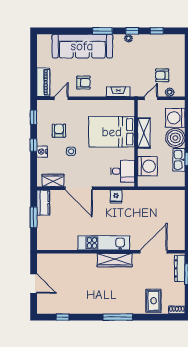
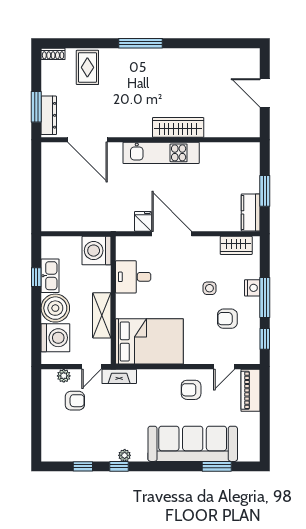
window: (103, 31) -> (217, 466), moved
fireplace: (118, 92) -> (119, 376), moved
armchair: (59, 131) -> (227, 319), turned 90
bed: (112, 132) -> (149, 341), moved
window: (34, 145) -> (265, 297), width x2.17
washing machine: (147, 166) -> (96, 251), moved
desk: (123, 171) -> (133, 277), moved
door: (79, 188) -> (172, 234), moved
door: (154, 252) -> (87, 140), hinge flipped
wardrobe: (115, 260) -> (178, 127), moved
window: (63, 317) -> (222, 43), removed

